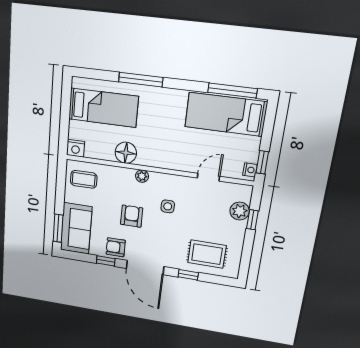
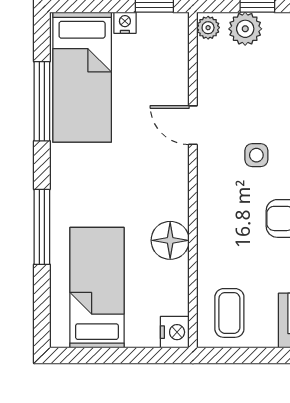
window: (232, 90) -> (42, 101), moved
nightstand: (250, 170) -> (125, 23), moved
plant: (142, 176) -> (208, 28), moved
door: (208, 177) -> (193, 125), moved

